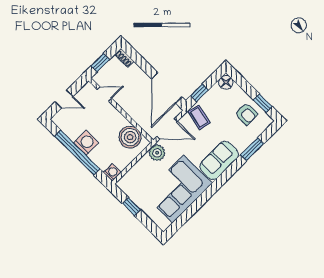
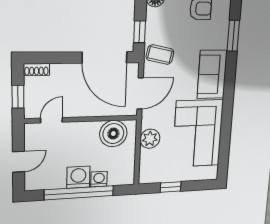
plant: (157, 153) -> (150, 139), moved
washing machine: (112, 172) -> (99, 179), moved

